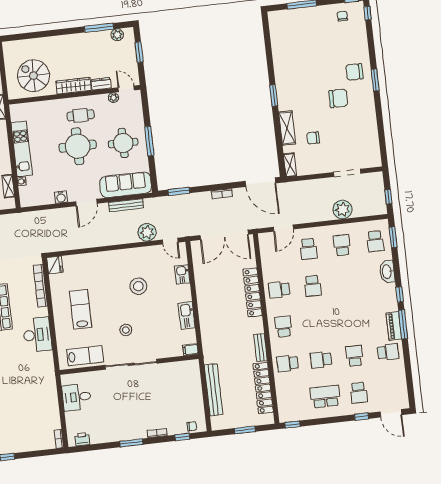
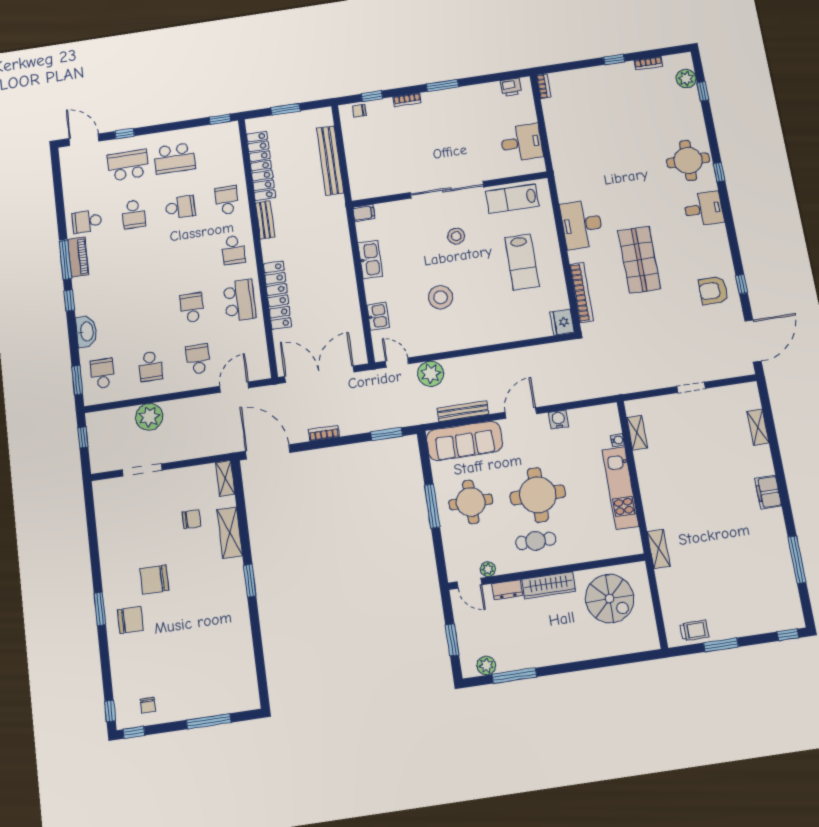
school desk: (279, 290) -> (239, 300), width x1.85
school desk: (288, 363) -> (227, 200), turned -90
school desk: (359, 393) -> (128, 165), width x1.85

